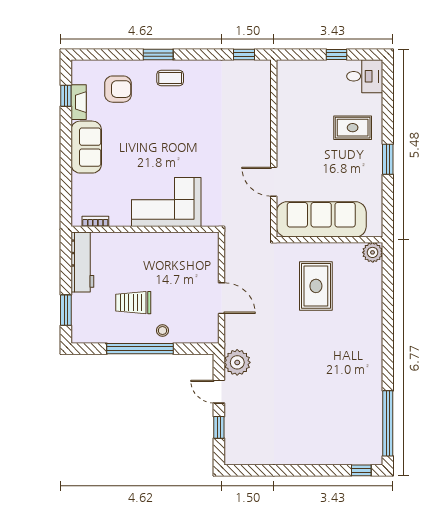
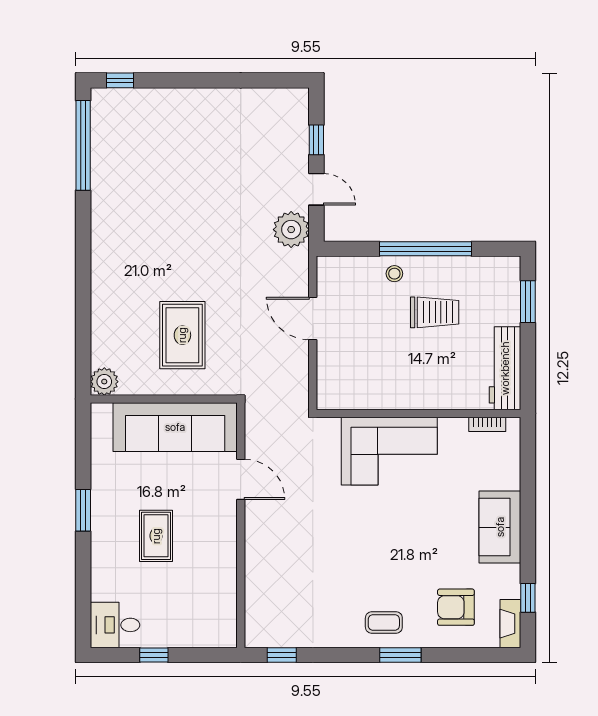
fireplace: (79, 102) -> (510, 624), moved
rug: (353, 128) -> (156, 536), moved, turned 90

